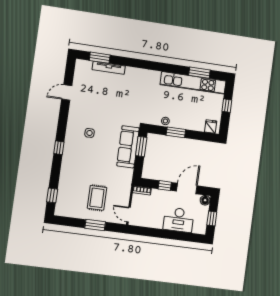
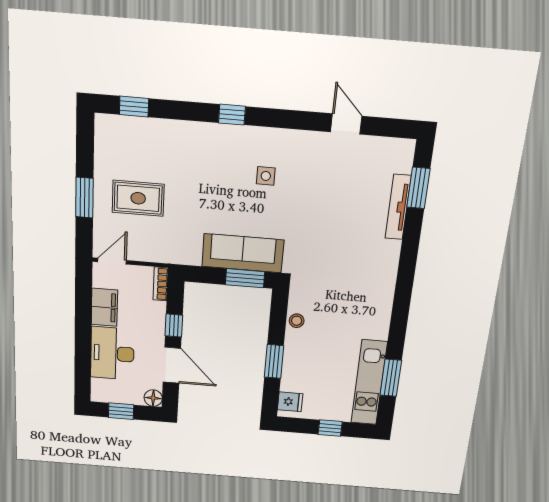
kitchen unit: (193, 83) -> (369, 383), width x0.73
window: (176, 132) -> (274, 361), moved
filing cabinet: (153, 221) -> (104, 307), added

